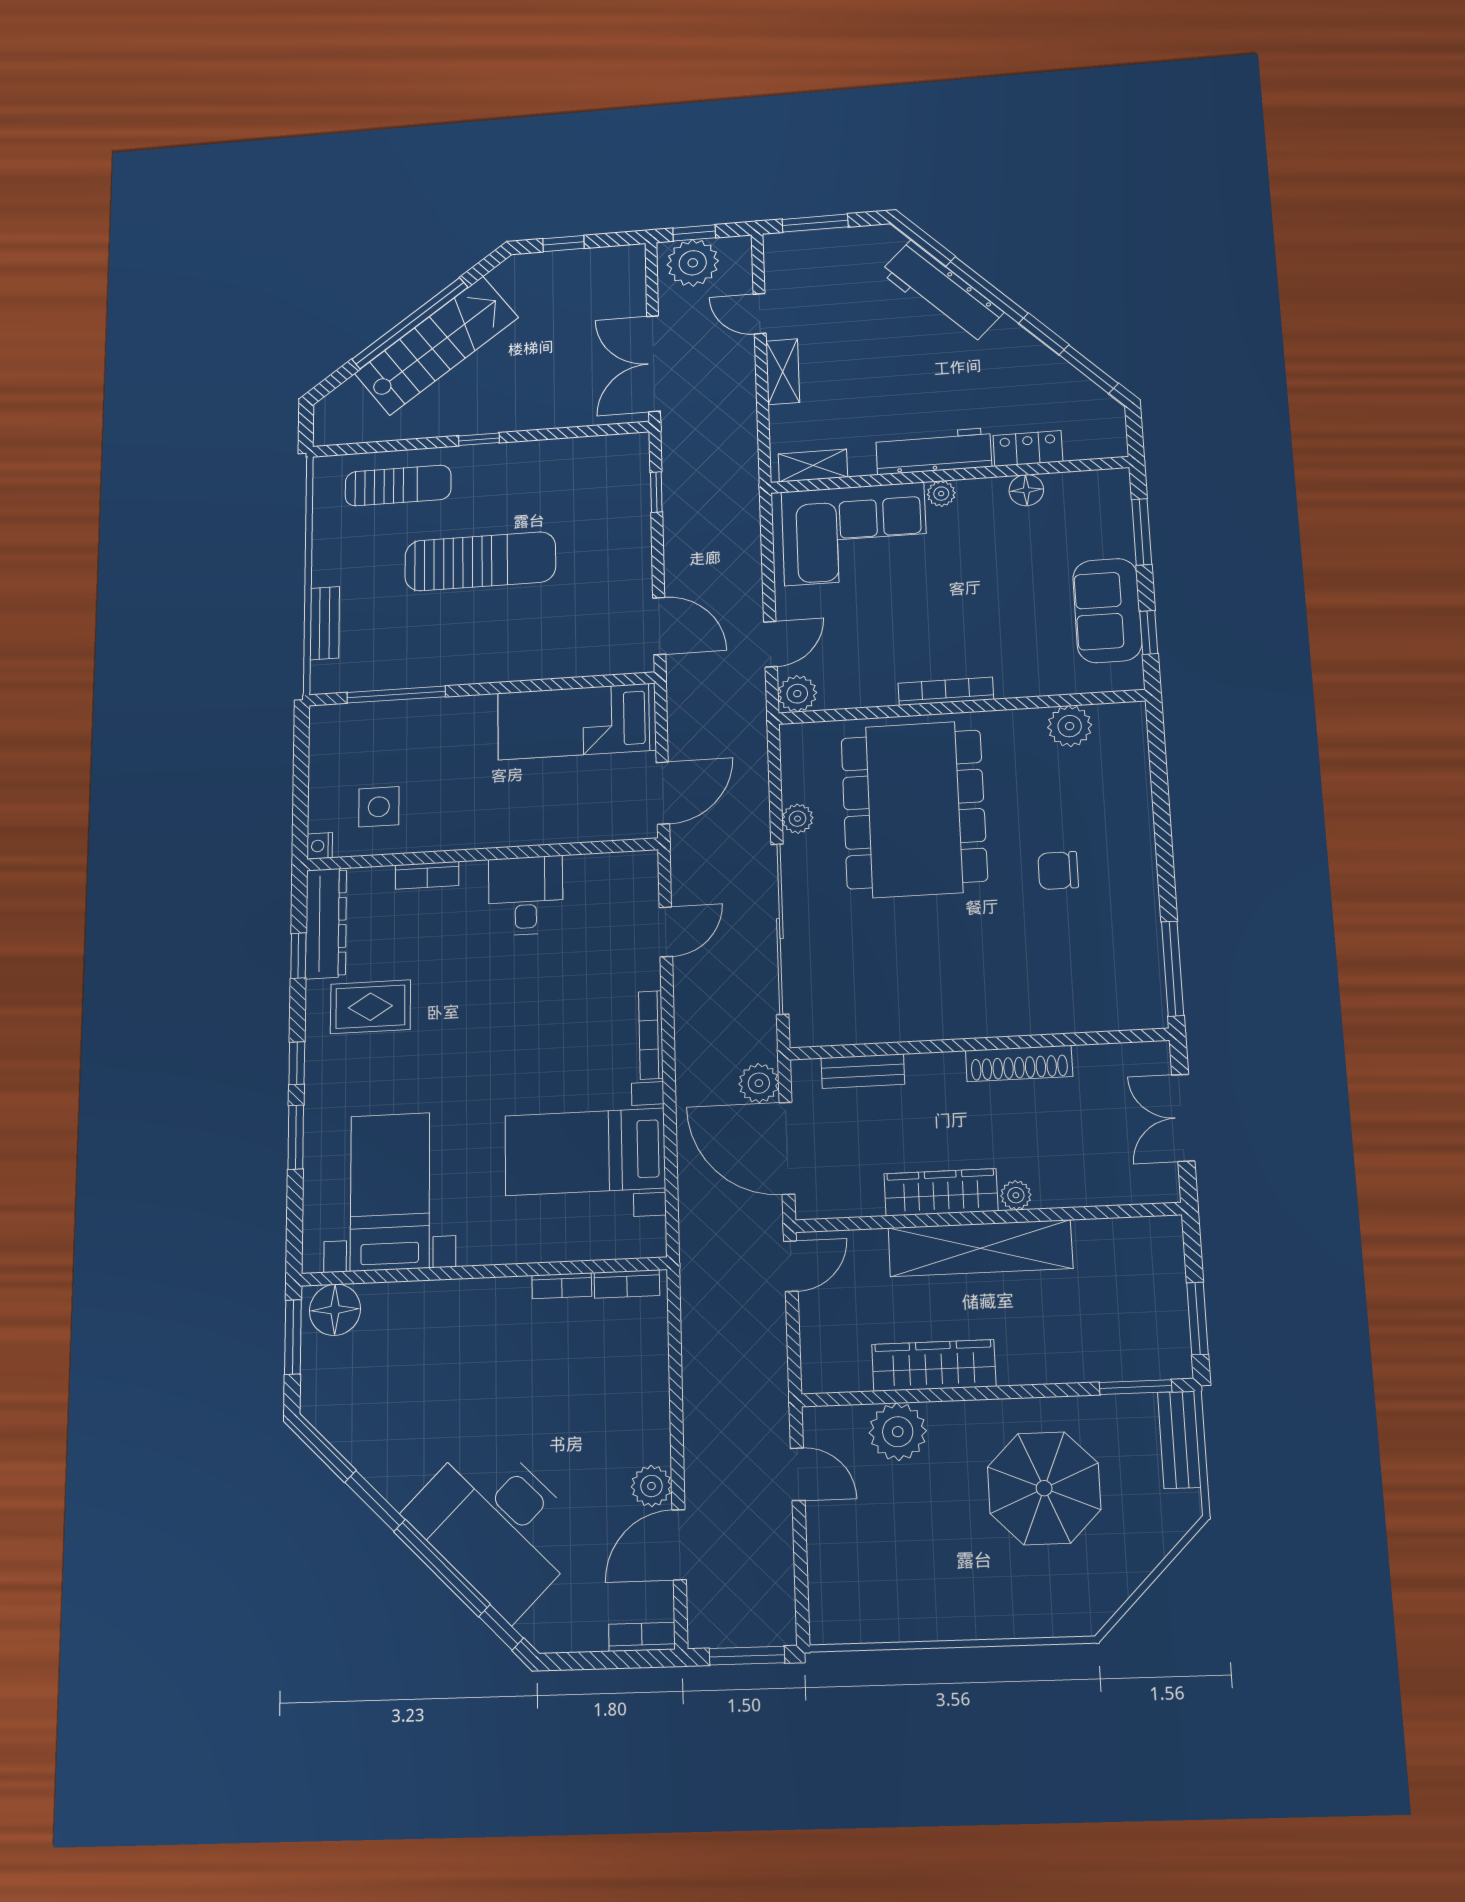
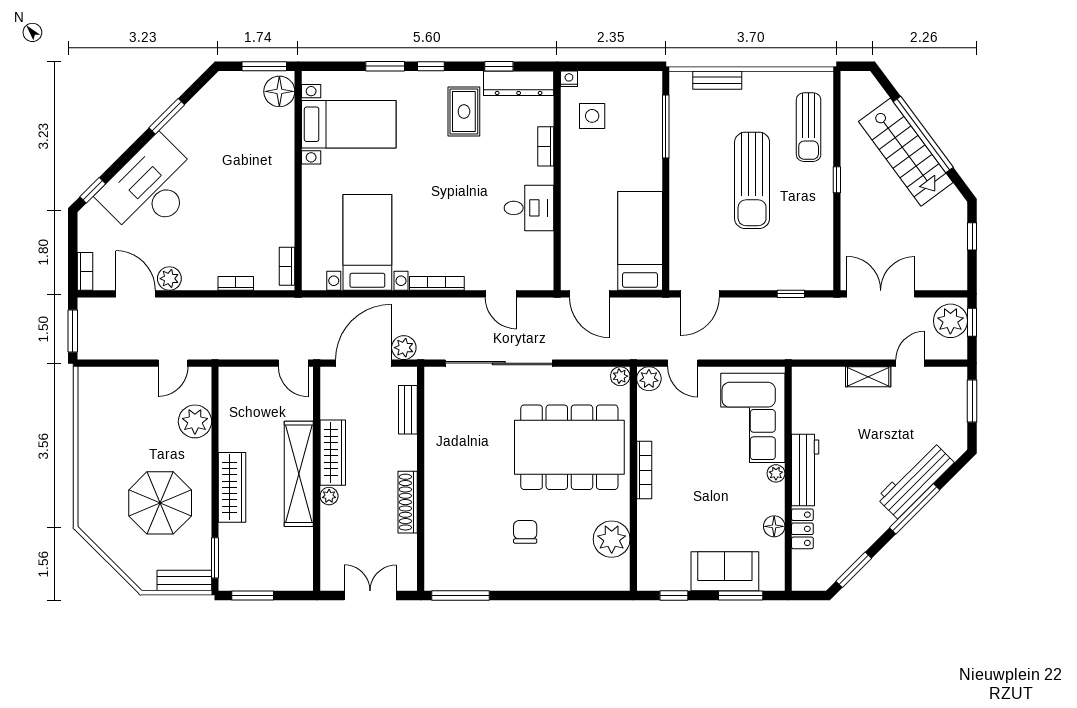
shelving: (813, 466) -> (801, 394), removed
sofa: (1107, 611) -> (725, 571), moved
plant: (1070, 726) -> (612, 539), width x1.36, depth x1.36
plant: (798, 819) -> (620, 376), moved
bookcase: (562, 1286) -> (236, 283), moved, turned 90
wardrobe: (934, 1365) -> (232, 487), moved

